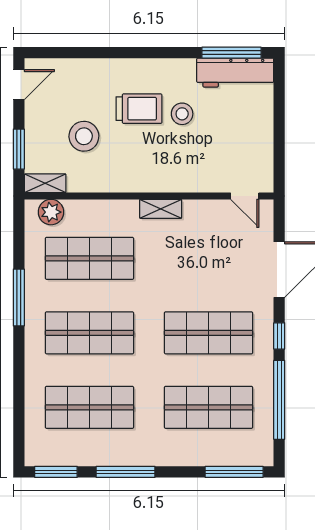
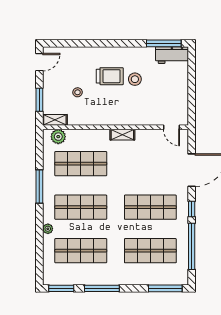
workbench: (235, 73) -> (172, 55), width x0.73
stool: (84, 136) -> (78, 92), width x0.53, depth x0.53
plant: (33, 370) -> (48, 229), added

